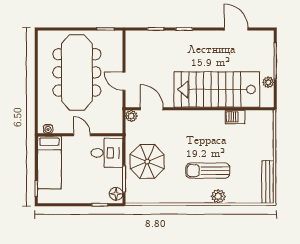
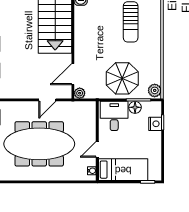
door: (82, 135) -> (97, 149), moved
floor lamp: (116, 194) -> (135, 107), moved
plant: (218, 196) -> (155, 90), moved
nightstand: (98, 197) -> (155, 124), added

